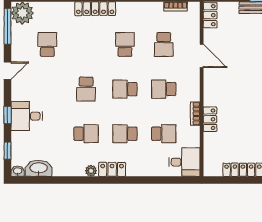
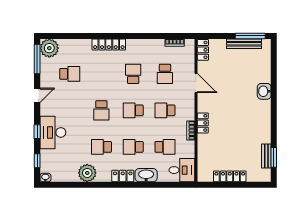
school desk: (47, 44) -> (70, 74), turned 90
desk: (27, 116) -> (53, 132), width x1.37
locker: (210, 119) -> (203, 123), moved
school desk: (86, 134) -> (101, 147), turned 180
washbasin: (39, 168) -> (146, 175), moved
plant: (91, 171) -> (87, 173), moved, width x1.87, depth x1.87

